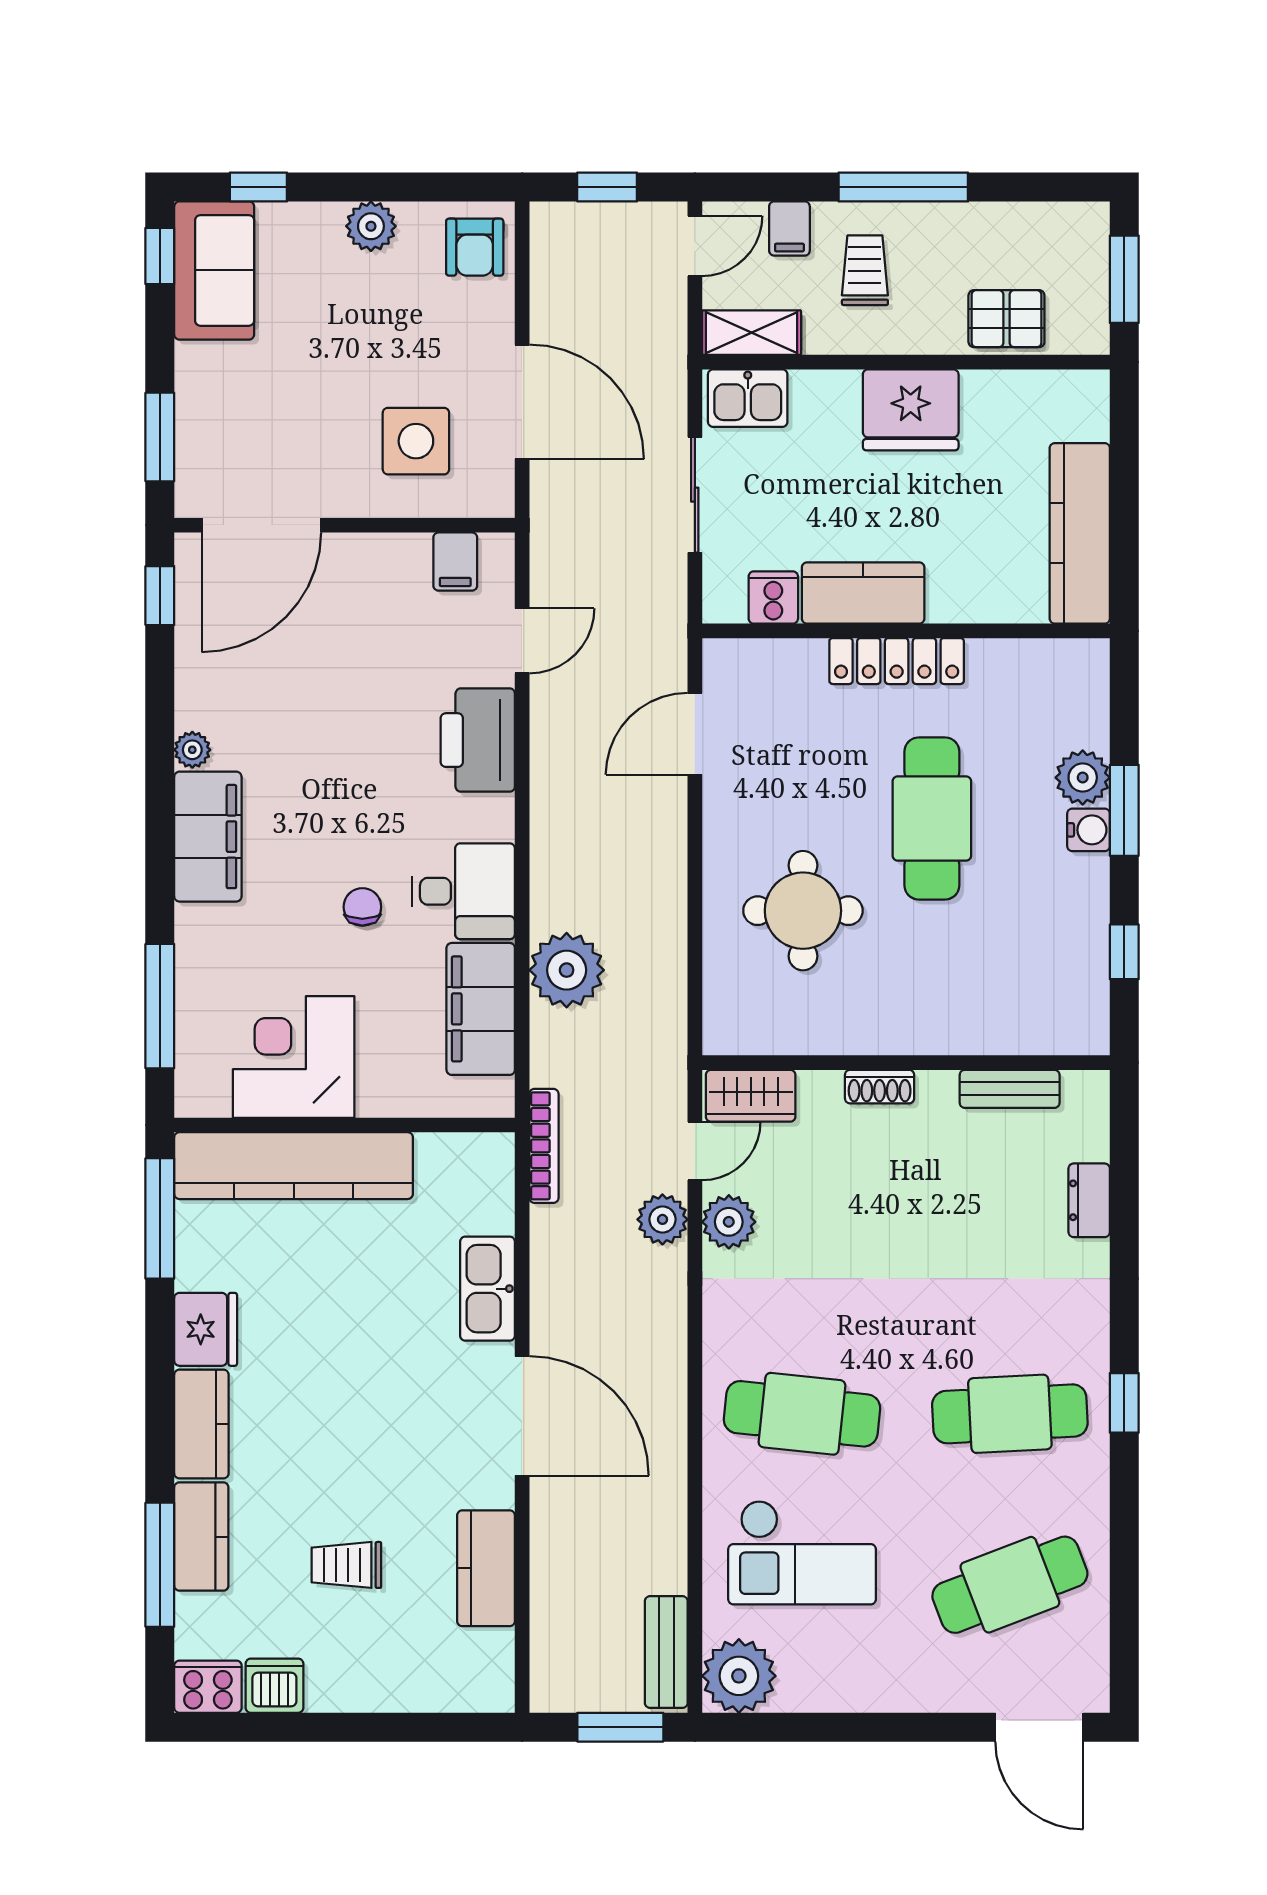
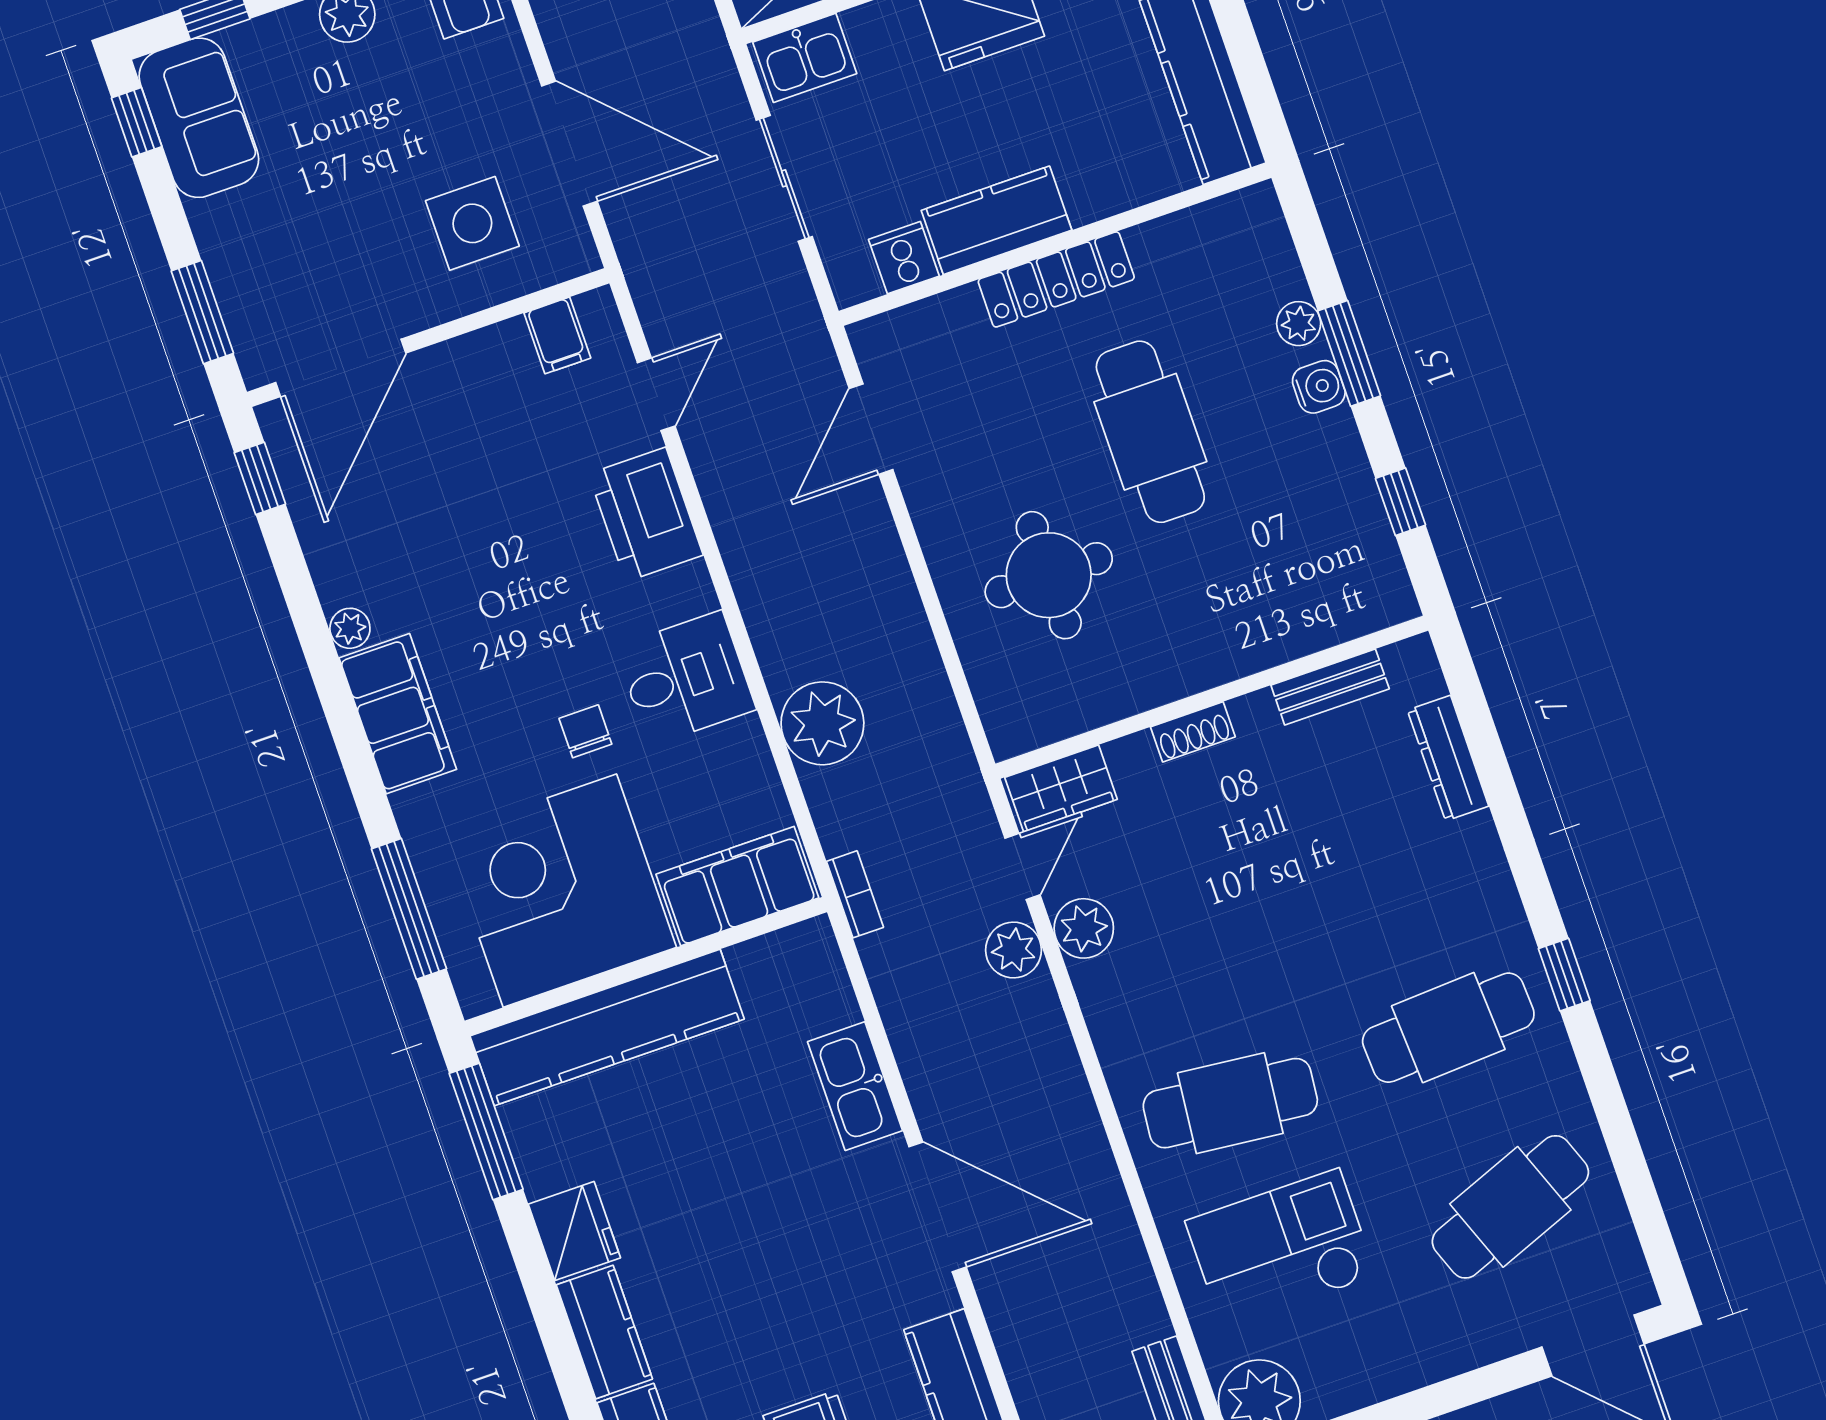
plant: (1083, 778) -> (1299, 324), width x0.73, depth x0.73
filing cabinet: (481, 1009) -> (737, 886), moved, turned 90
corner desk: (294, 1057) -> (560, 891), width x1.36, depth x1.36
bookcase: (544, 1146) -> (855, 894), width x0.64
dresser: (1089, 1200) -> (1448, 758), width x1.44
checkout: (802, 1552) -> (1281, 1248), turned 180

